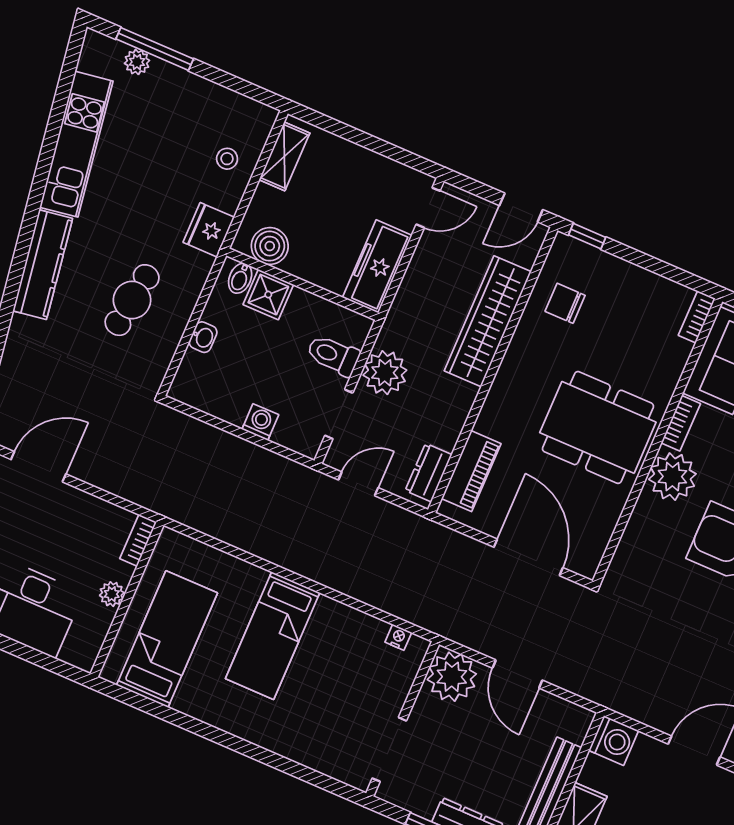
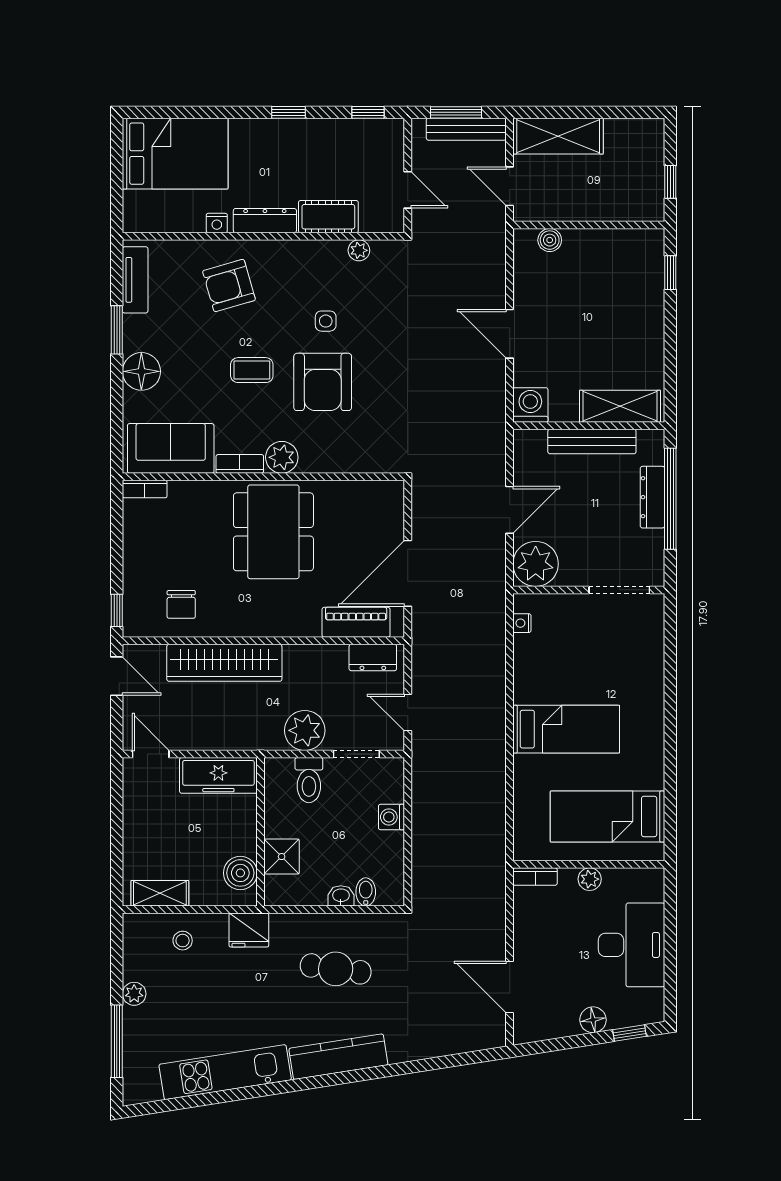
plant: (137, 62) -> (134, 994), moved
bidet: (240, 278) -> (366, 892), moved, turned -90
plant: (672, 477) -> (282, 457), width x0.73, depth x0.73
door: (528, 557) -> (408, 573), moved

